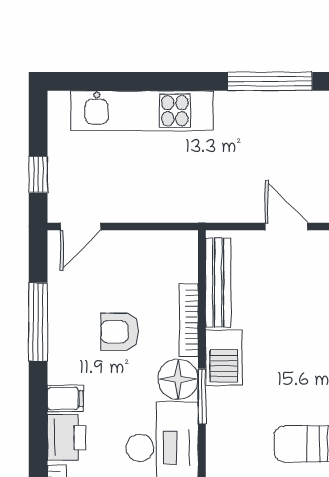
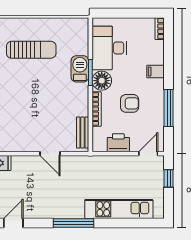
window: (270, 81) -> (74, 223), moved
bench: (218, 283) -> (83, 133), width x0.73
barbecue: (224, 358) -> (80, 69), moved
printer: (66, 437) -> (118, 143), moved, turned 90

